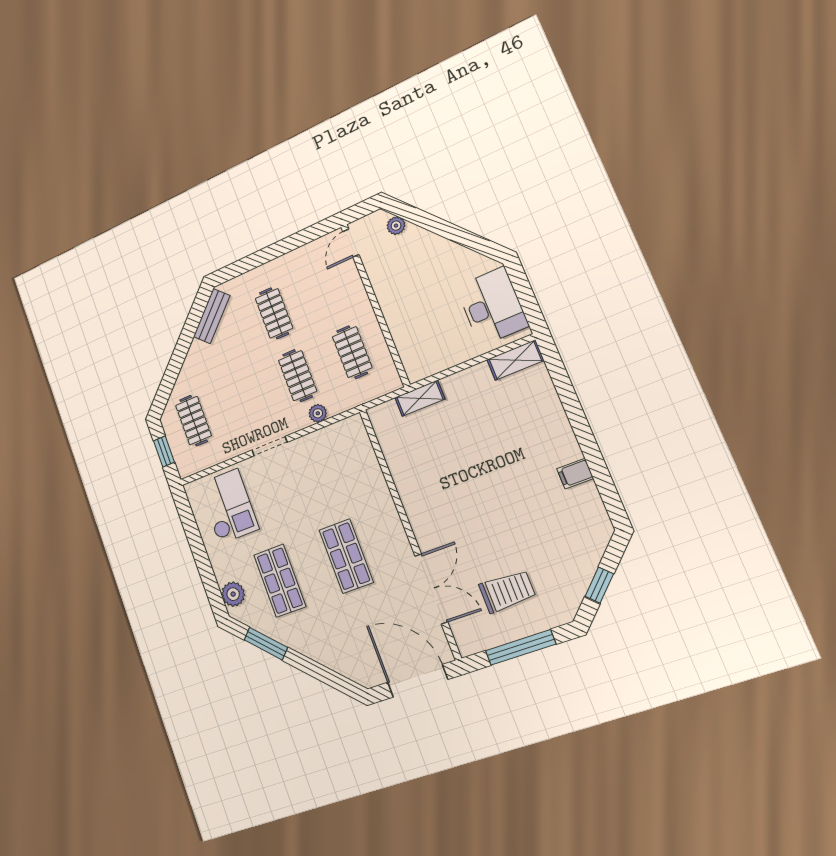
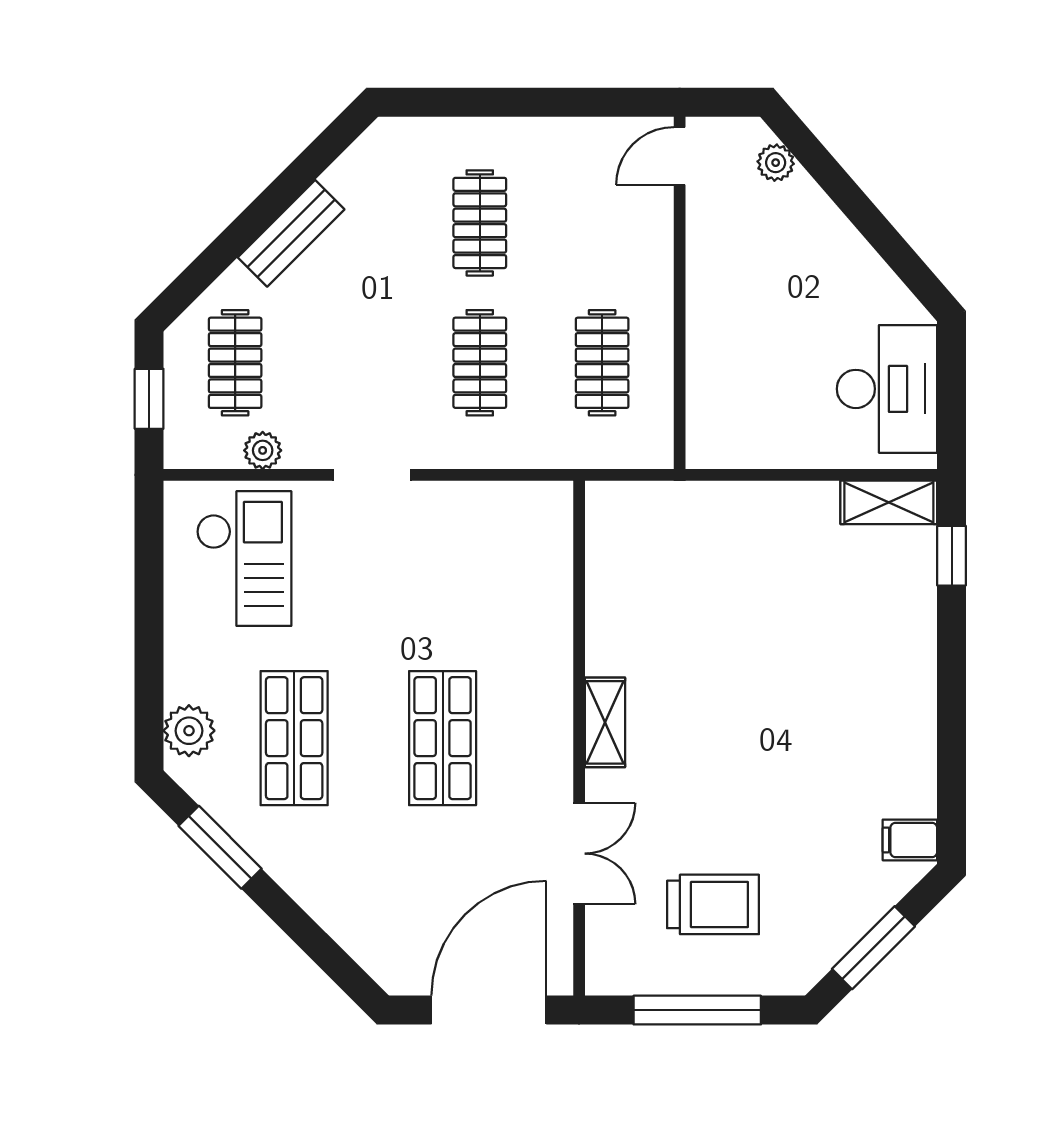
bench: (212, 316) -> (291, 233), moved
window: (558, 373) -> (952, 556), added
shelving: (420, 398) -> (605, 722), moved, turned 90
plant: (318, 413) -> (263, 450), moved
filing cabinet: (575, 474) -> (910, 840), moved
window: (599, 585) -> (873, 948), width x1.50
double door: (431, 589) -> (579, 854), width x0.73
door: (418, 681) -> (489, 1010), hinge flipped

